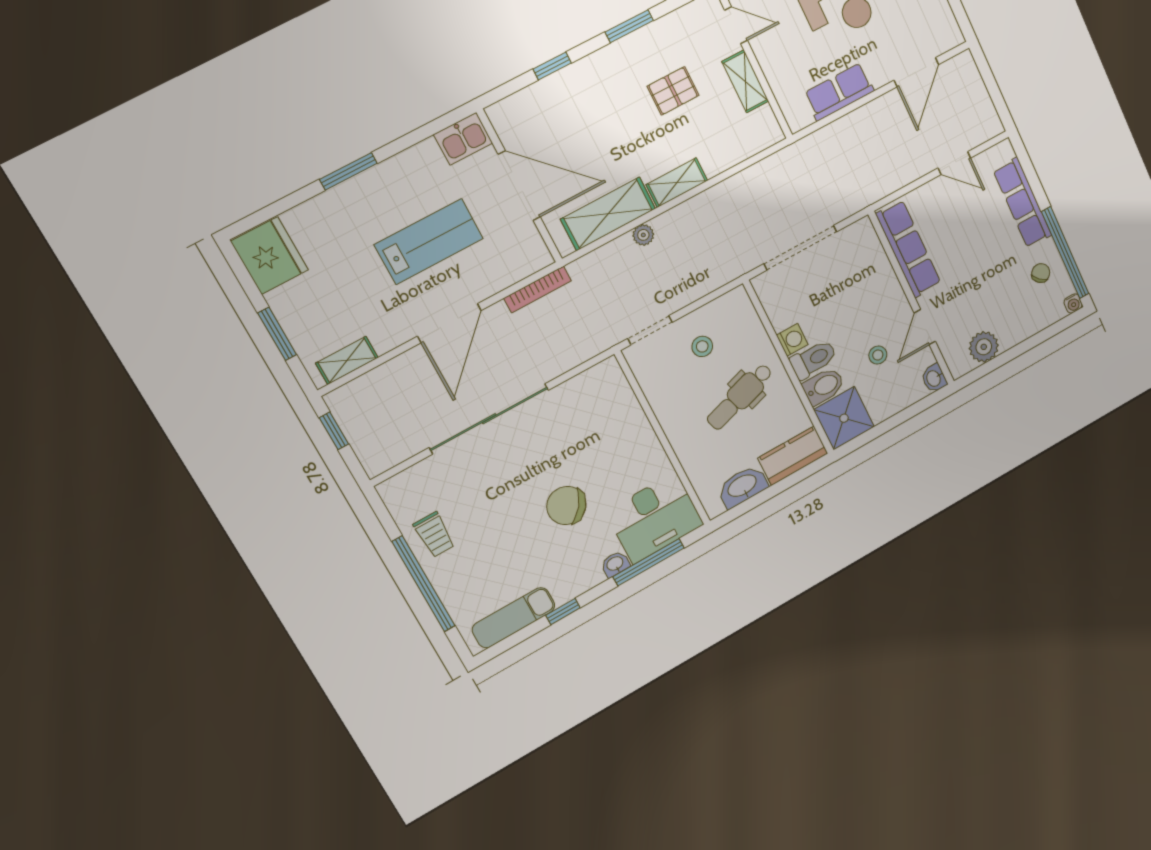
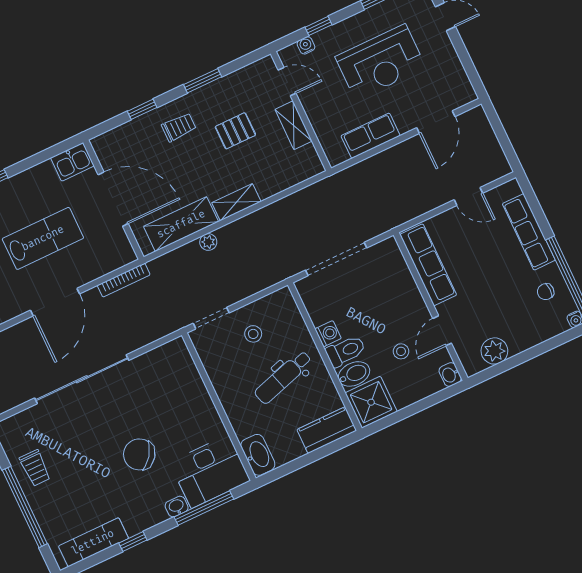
trolley: (601, 88) -> (179, 127), added
chair: (1041, 273) -> (546, 292), turned -133
washbasin: (742, 486) -> (258, 455), moved, turned 90

